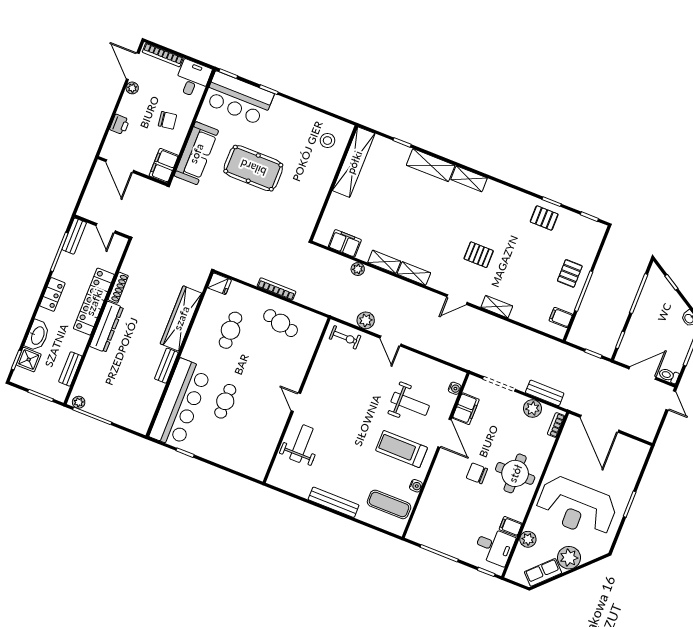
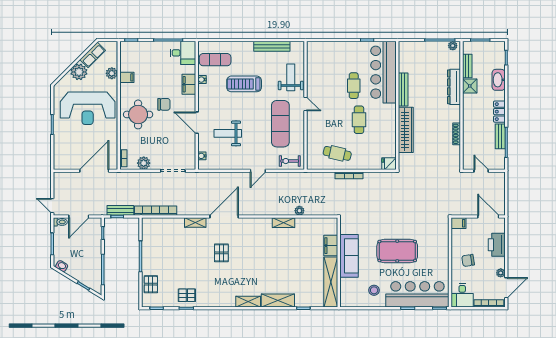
door: (133, 66) -> (506, 288), hinge flipped
bar counter: (239, 98) -> (417, 294), width x1.36
printer: (120, 124) -> (497, 245), width x1.87, depth x1.48
stool: (327, 141) -> (374, 290), moved
sofa: (196, 153) -> (349, 256), moved, turned 180
filing cabinet: (164, 166) -> (459, 223), width x0.50
bench: (74, 236) -> (500, 136), moved
filing cabinet: (345, 243) -> (331, 246), moved, turned 90
pallet: (479, 255) -> (221, 253), turned 90
shelving: (414, 273) -> (260, 223), removed
pallet: (570, 273) -> (151, 284), moved
door: (457, 300) -> (224, 217), width x1.87
locker: (94, 302) -> (469, 118), removed
filing cabinet: (561, 317) -> (149, 232), removed
plant: (366, 320) -> (280, 178), removed
dresser: (107, 327) -> (454, 87), moved
cafe table: (230, 330) -> (359, 120), moved
door: (391, 341) -> (258, 171), swing flipped
bookcase: (541, 342) -> (156, 211), added
shower: (29, 360) -> (470, 86), moved
bench: (166, 366) -> (403, 90), width x1.36
exercise mat: (338, 390) -> (280, 124), added
bench: (545, 393) -> (120, 210), moved
filing cabinet: (466, 409) -> (189, 84), moved
door: (600, 424) -> (94, 171), hinge flipped
weight bench: (301, 444) -> (291, 77), turned 180
treadmill: (402, 449) -> (244, 84), moved, turned 180
bench: (334, 502) -> (272, 46), moved
reception desk: (576, 507) -> (88, 108), turned 180
desk: (494, 546) -> (183, 53), moved, turned 180

